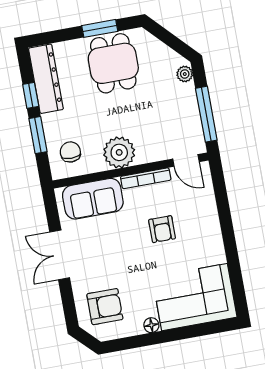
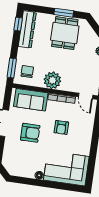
window: (31, 95) -> (18, 24), moved
window: (38, 135) -> (12, 68), moved
armchair: (105, 307) -> (30, 133), moved

